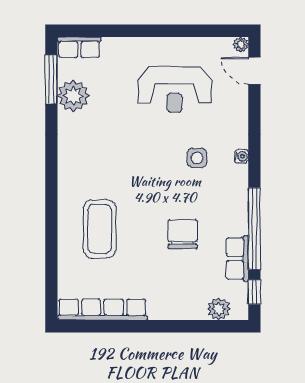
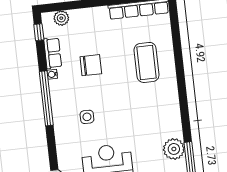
water cooler: (241, 156) -> (52, 74), moved
window: (254, 229) -> (46, 98), moved
chair: (183, 234) -> (91, 65), turned -90

